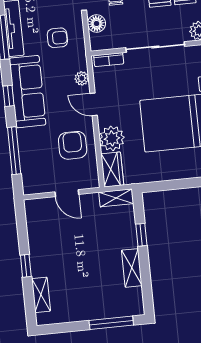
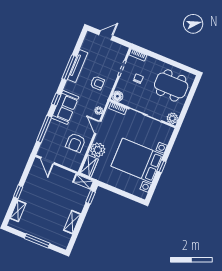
floor lamp: (97, 24) -> (117, 96), moved
sofa: (28, 92) -> (65, 107), width x0.73
armchair: (73, 145) -> (76, 143), turned 180
door: (67, 193) -> (47, 161), moved
window: (141, 235) -> (90, 197), moved
window: (111, 323) -> (37, 241), moved

